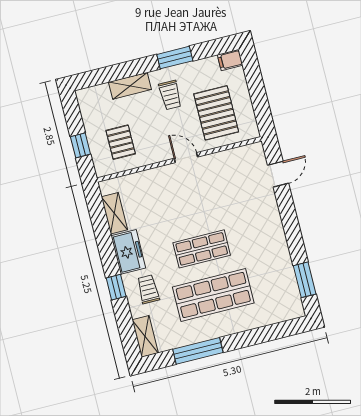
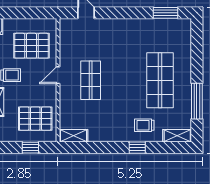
pallet: (121, 142) -> (35, 119), width x1.50, depth x1.42
shelving: (114, 213) -> (73, 136), moved
shop shelf: (202, 249) -> (91, 80), moved
freezer: (128, 252) -> (114, 133), removed

